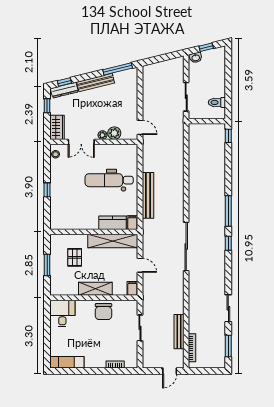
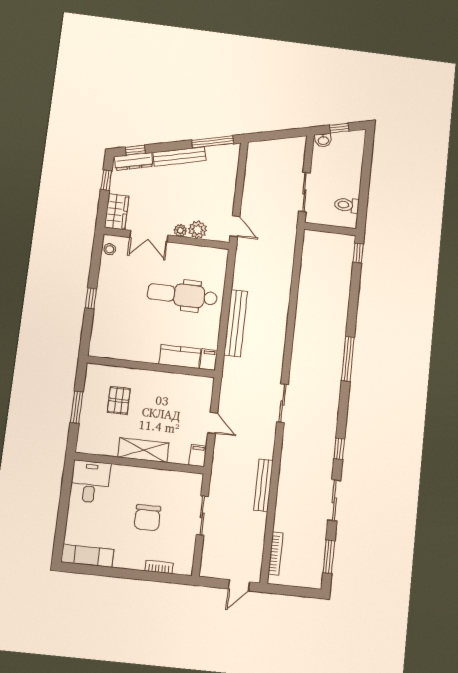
shelving: (113, 241) -> (177, 383), removed
window: (228, 243) -> (339, 449), moved
sliding door: (186, 247) -> (282, 403), width x0.54
chair: (103, 312) -> (147, 518), moved
bench: (179, 332) -> (263, 485), moved

